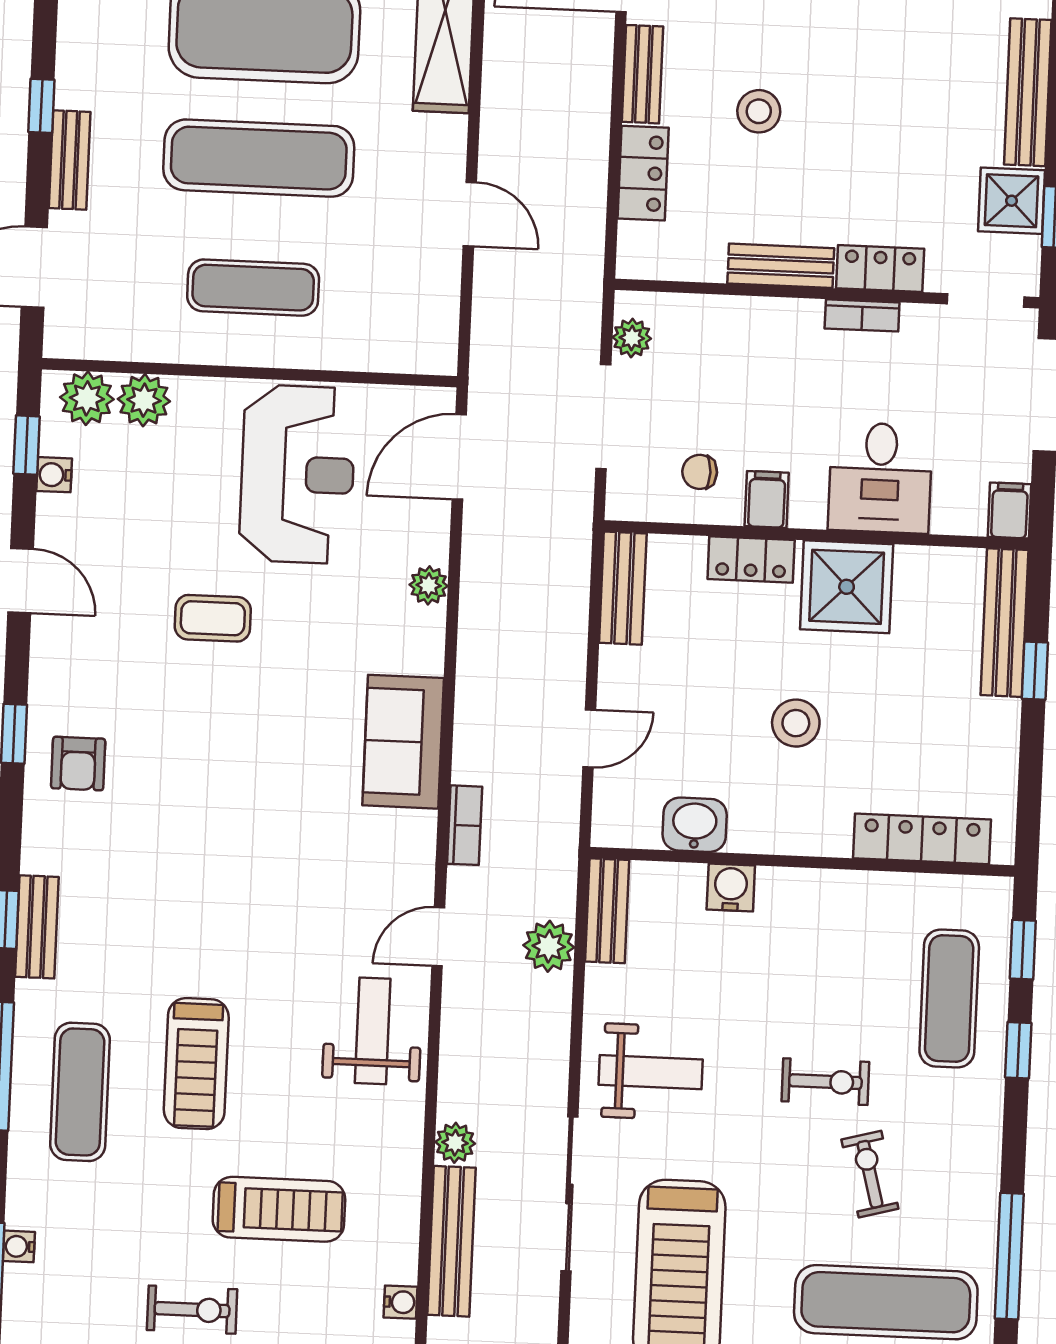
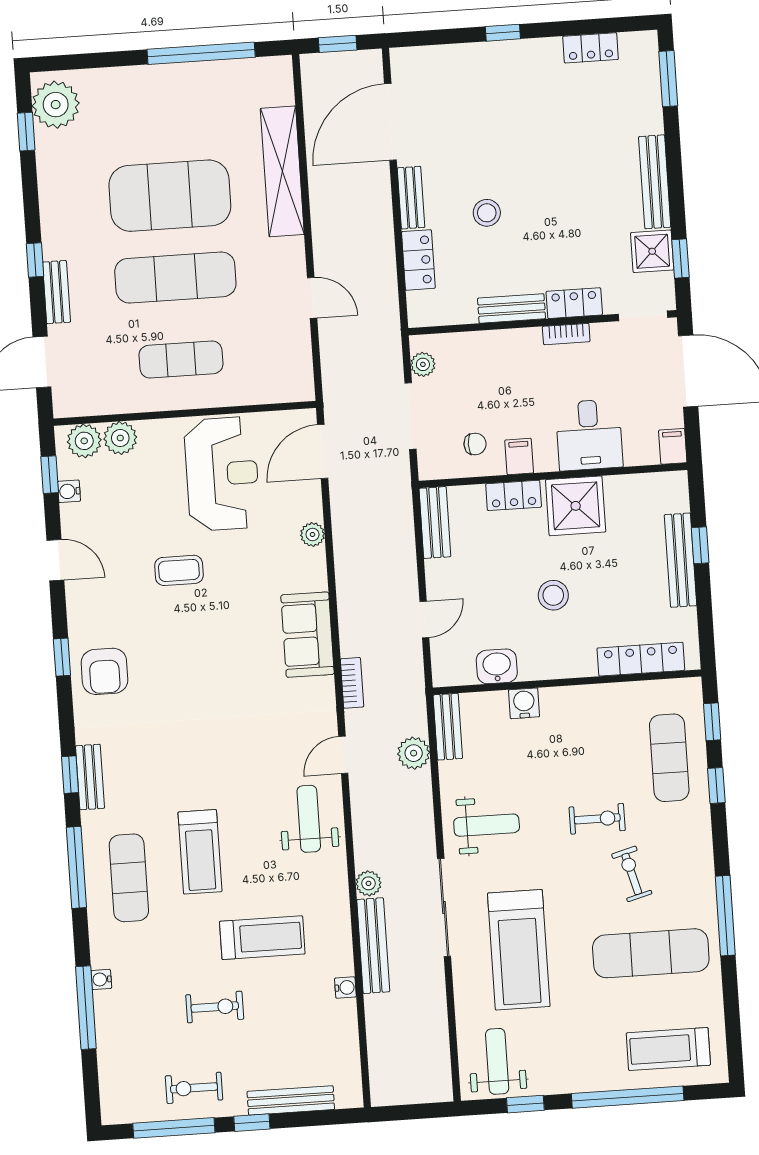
chair: (700, 472) -> (475, 444), turned 180
bench: (1004, 623) -> (680, 560), moved
armchair: (78, 764) -> (104, 671), width x1.38, depth x1.38

